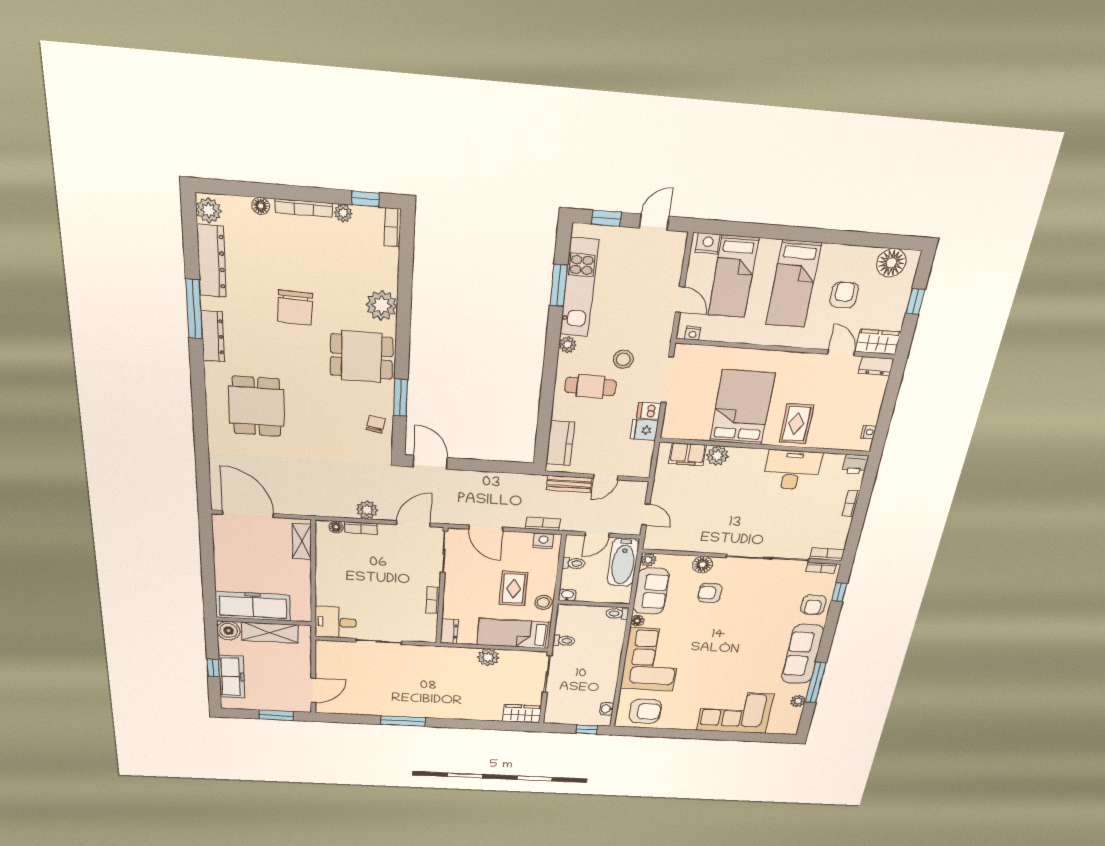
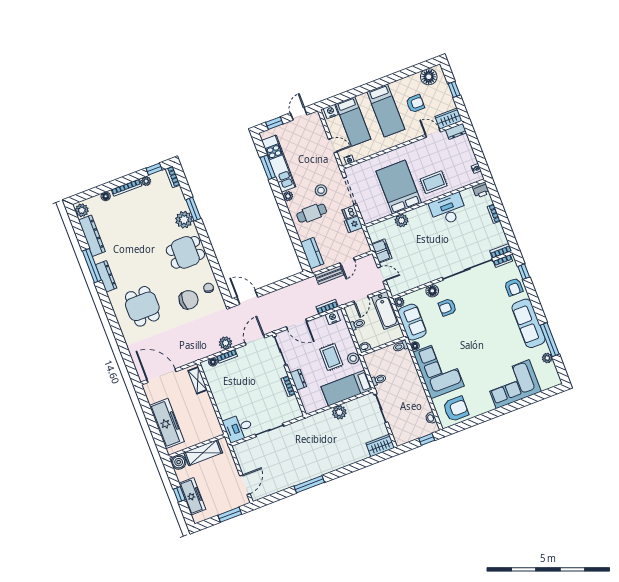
armchair: (844, 295) -> (415, 104), turned 90
chair: (295, 308) -> (189, 300), moved, turned -93
window: (401, 398) -> (193, 209), moved
rug: (796, 424) -> (434, 182), turned 90
filing cabinet: (687, 454) -> (382, 251), moved, turned -90
freezer: (253, 606) -> (167, 423), moved, turned 90
dresser: (449, 631) -> (298, 380), moved

